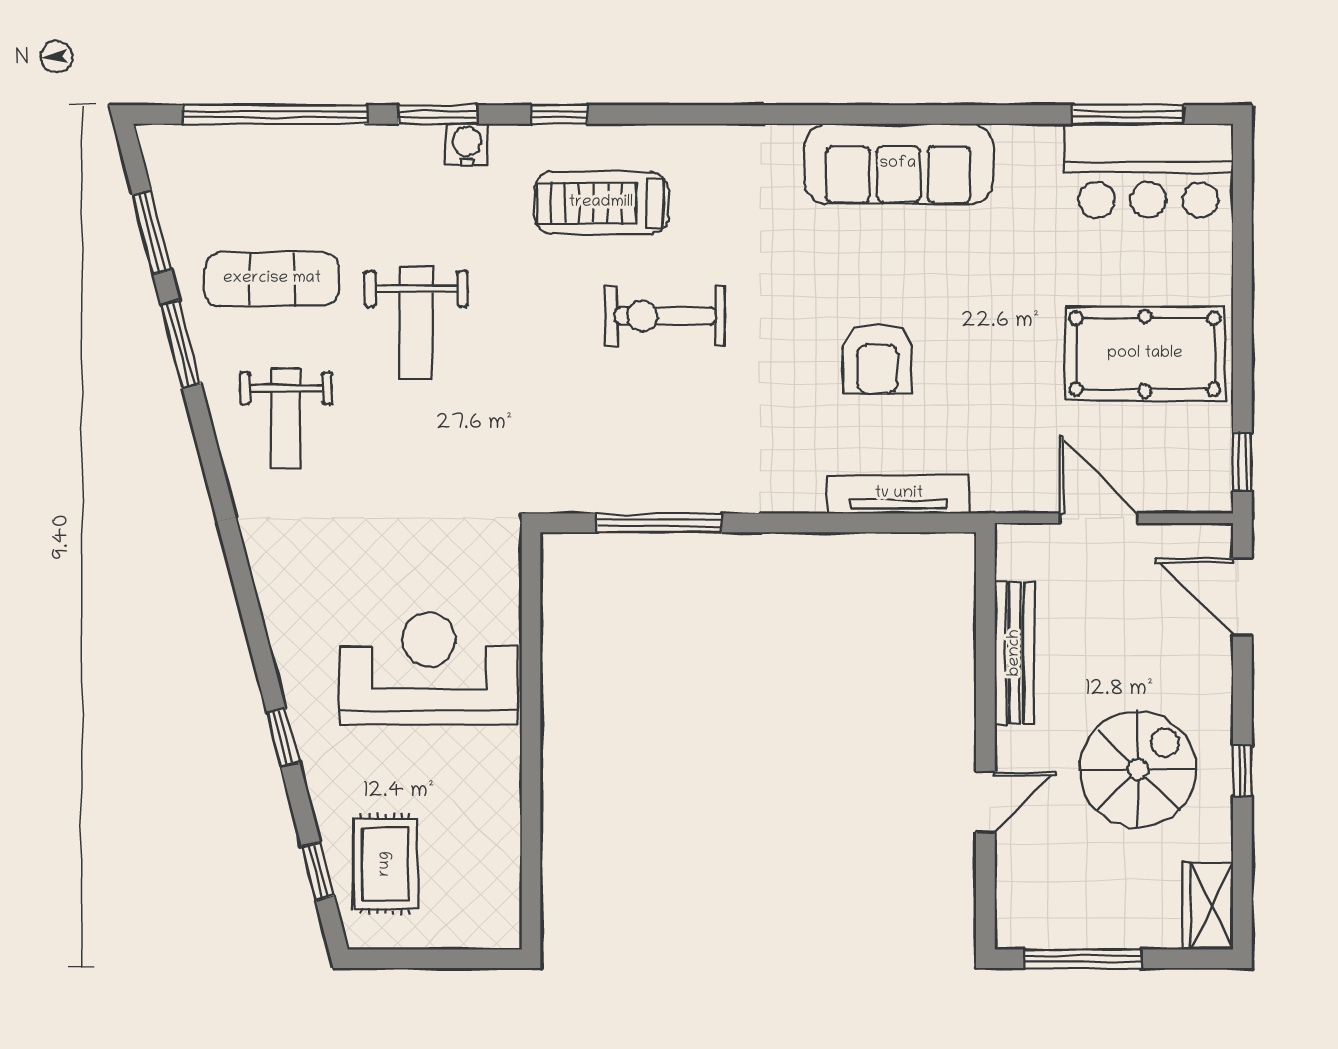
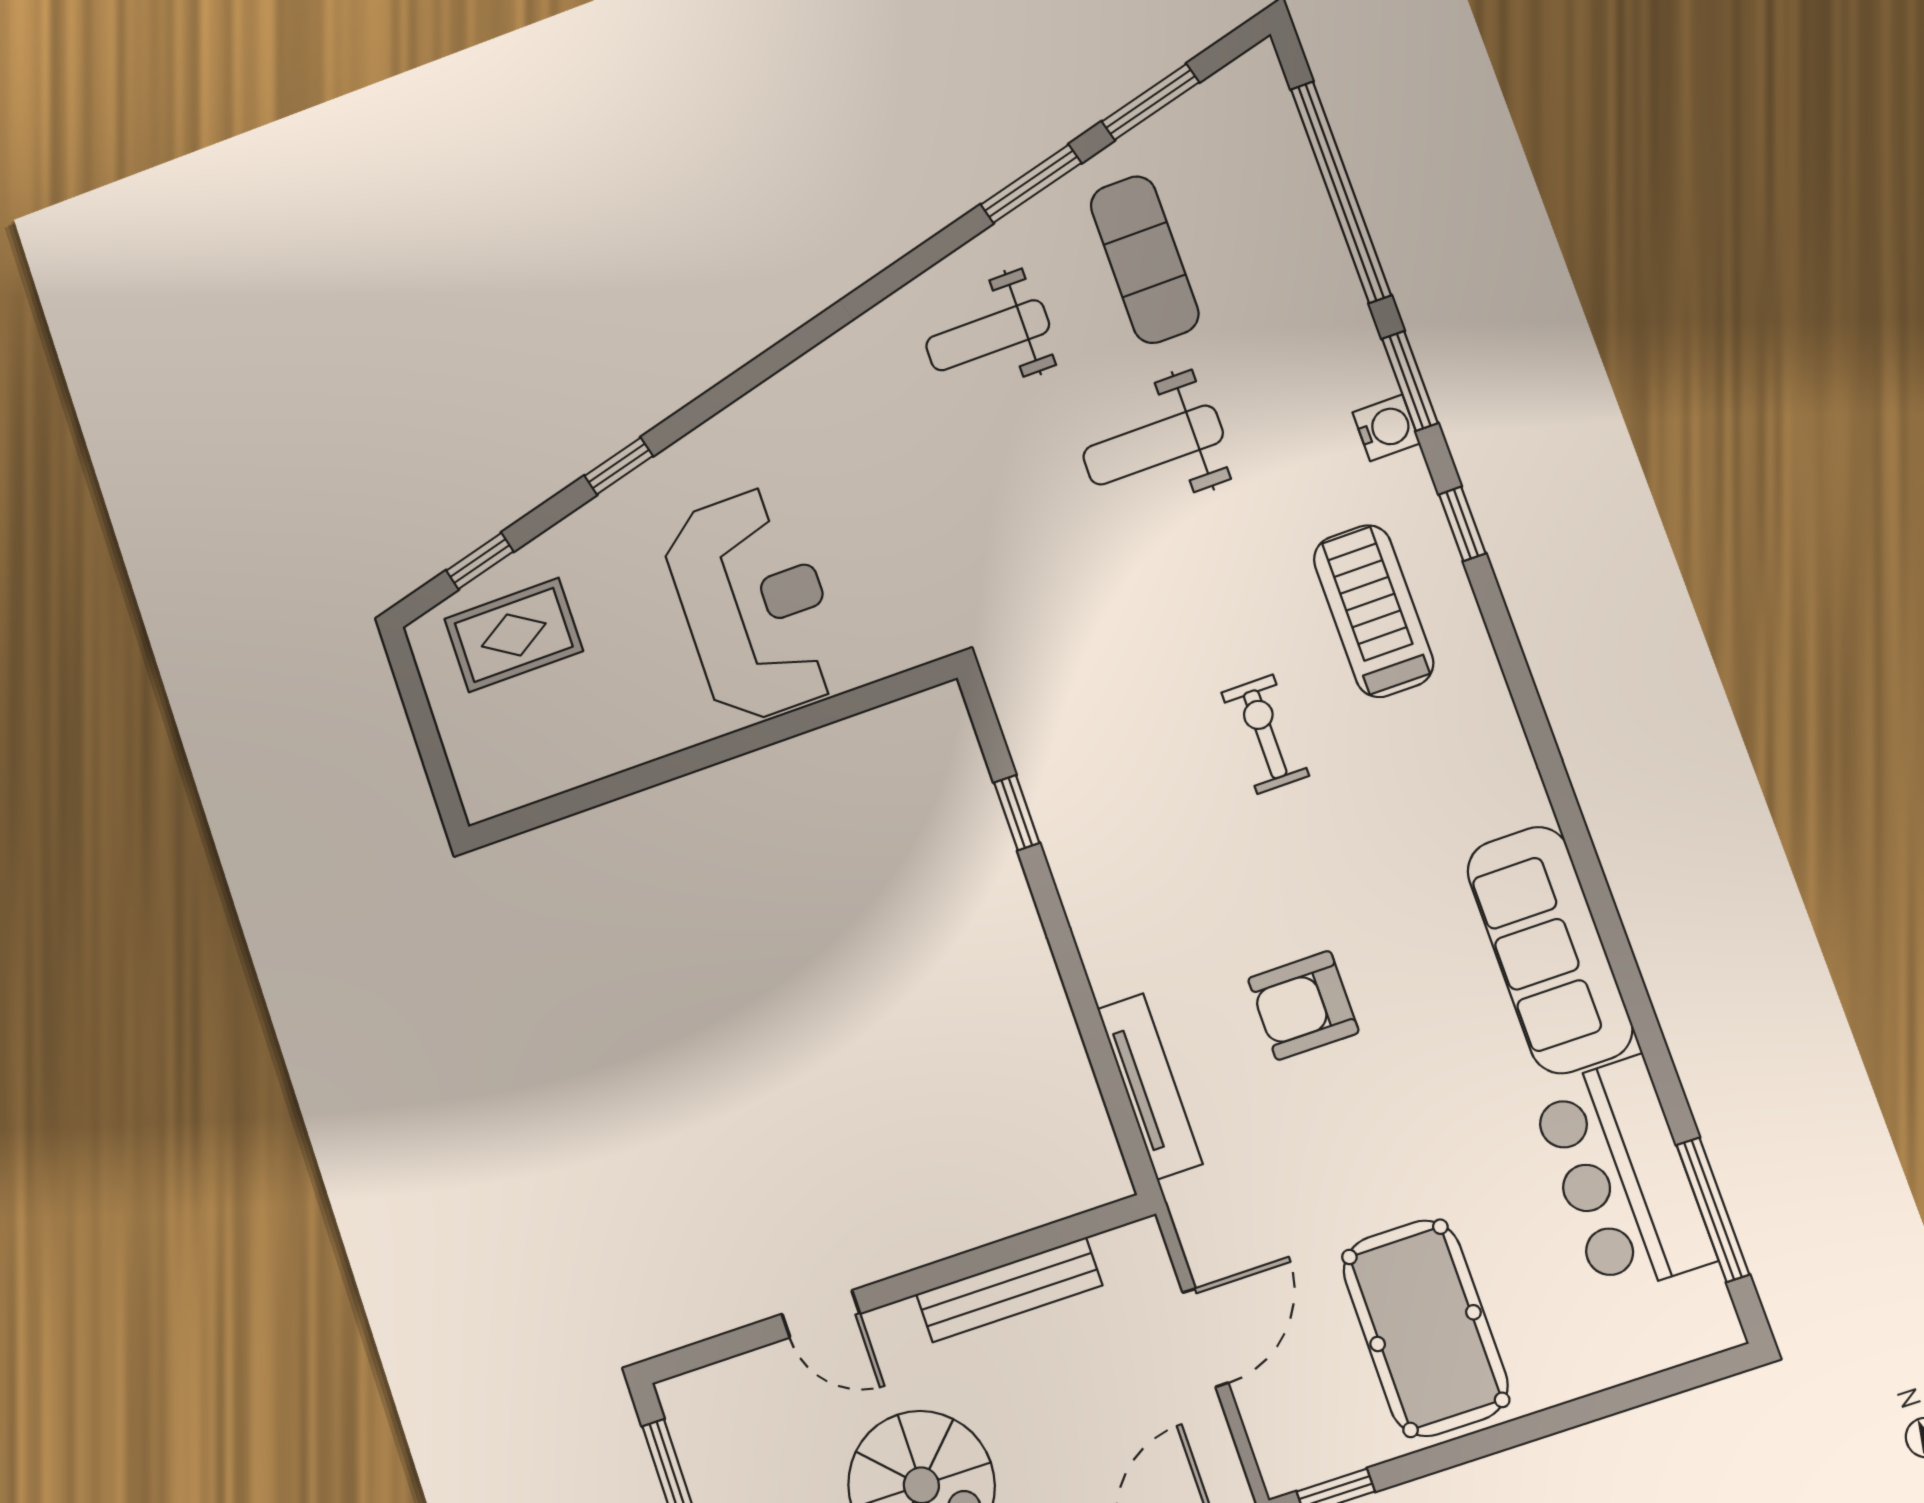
bar counter: (1148, 171) -> (1623, 1176), moved
exercise bike: (665, 316) -> (1265, 734), width x0.73, depth x0.72
window: (659, 523) -> (1017, 813), width x0.46

